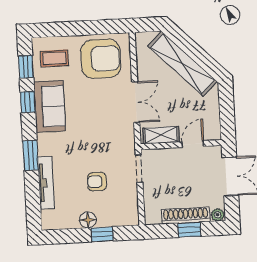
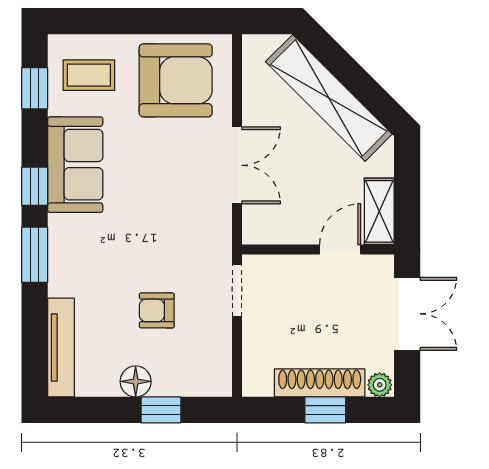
window: (28, 102) -> (35, 186), moved
shelving: (161, 135) -> (379, 211), moved, turned 90
tv unit: (46, 183) -> (61, 348), moved

